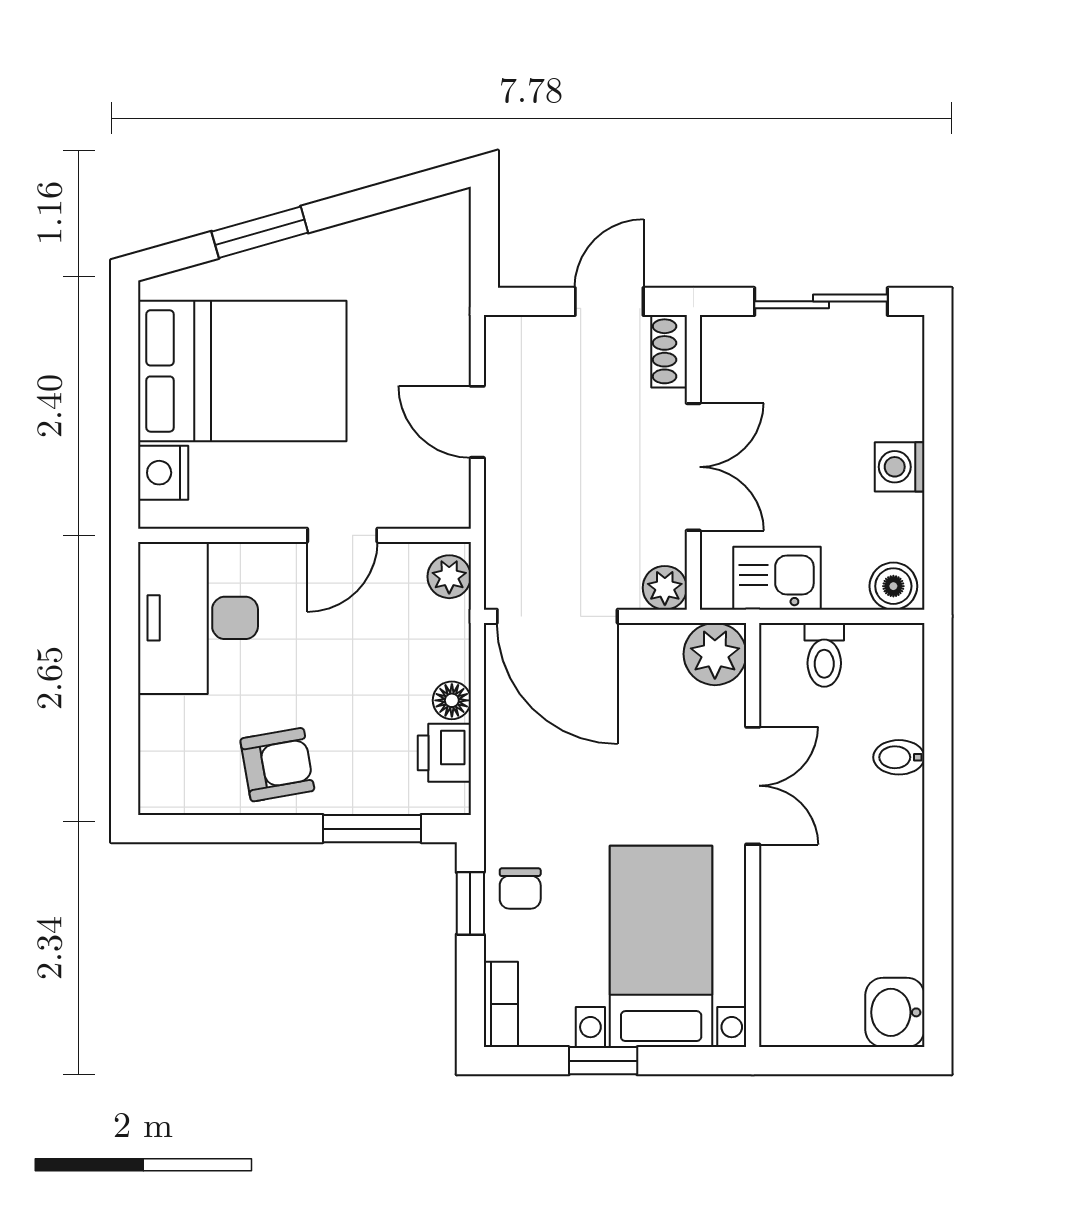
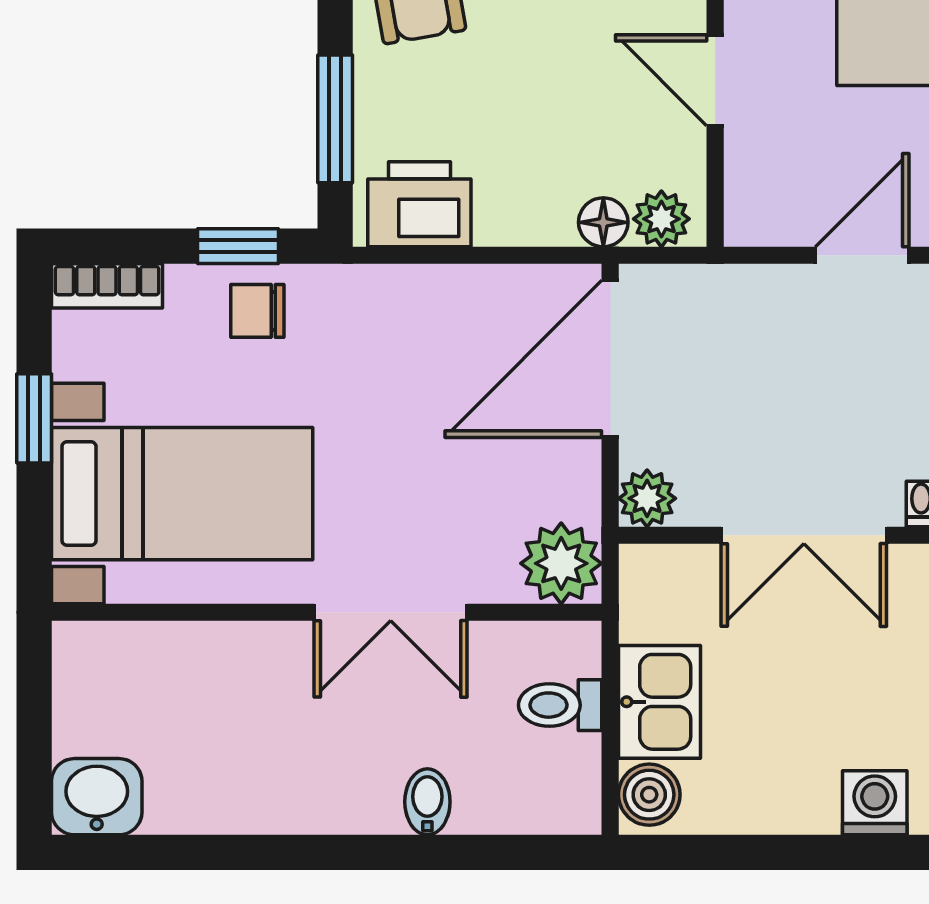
washing machine: (900, 467) -> (875, 803), moved
kitchen sink: (777, 578) -> (659, 702), moved
floor lamp: (452, 700) -> (603, 222), moved
printer: (444, 753) -> (419, 204), width x1.36, depth x1.24

